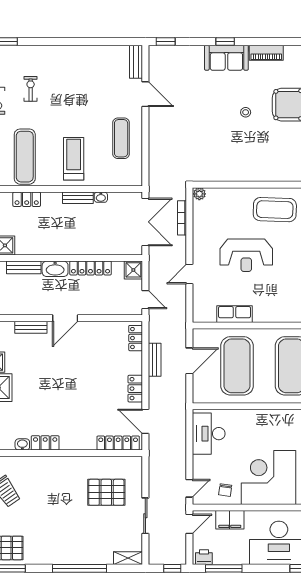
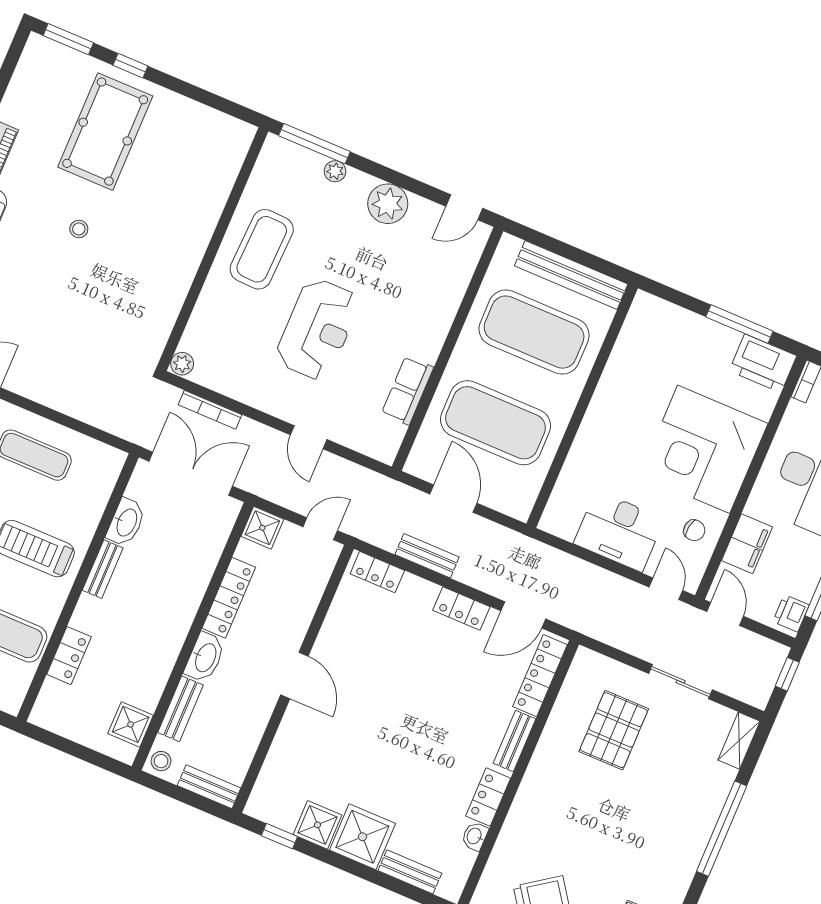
washbasin: (101, 197) -> (126, 522), width x1.91, depth x1.45
bench: (31, 327) -> (514, 741), moved
desk: (209, 434) -> (619, 531), moved

